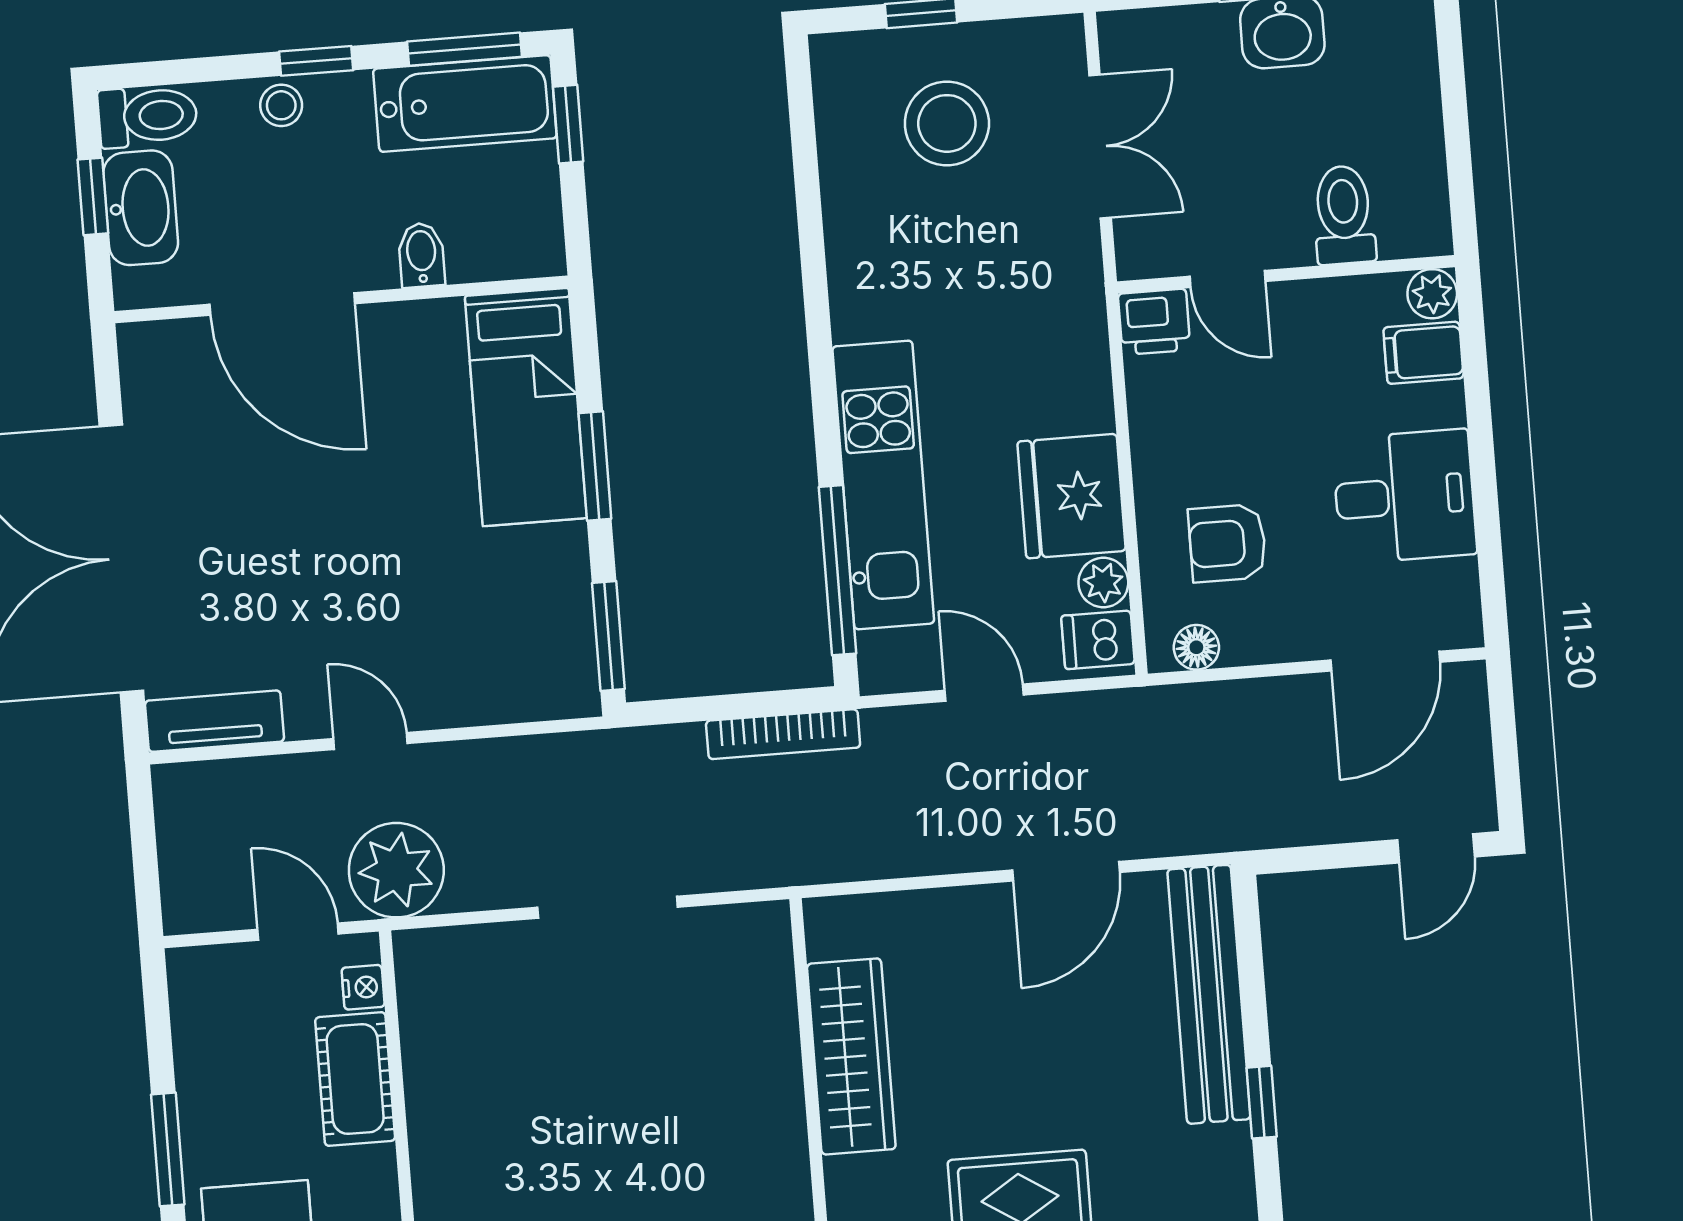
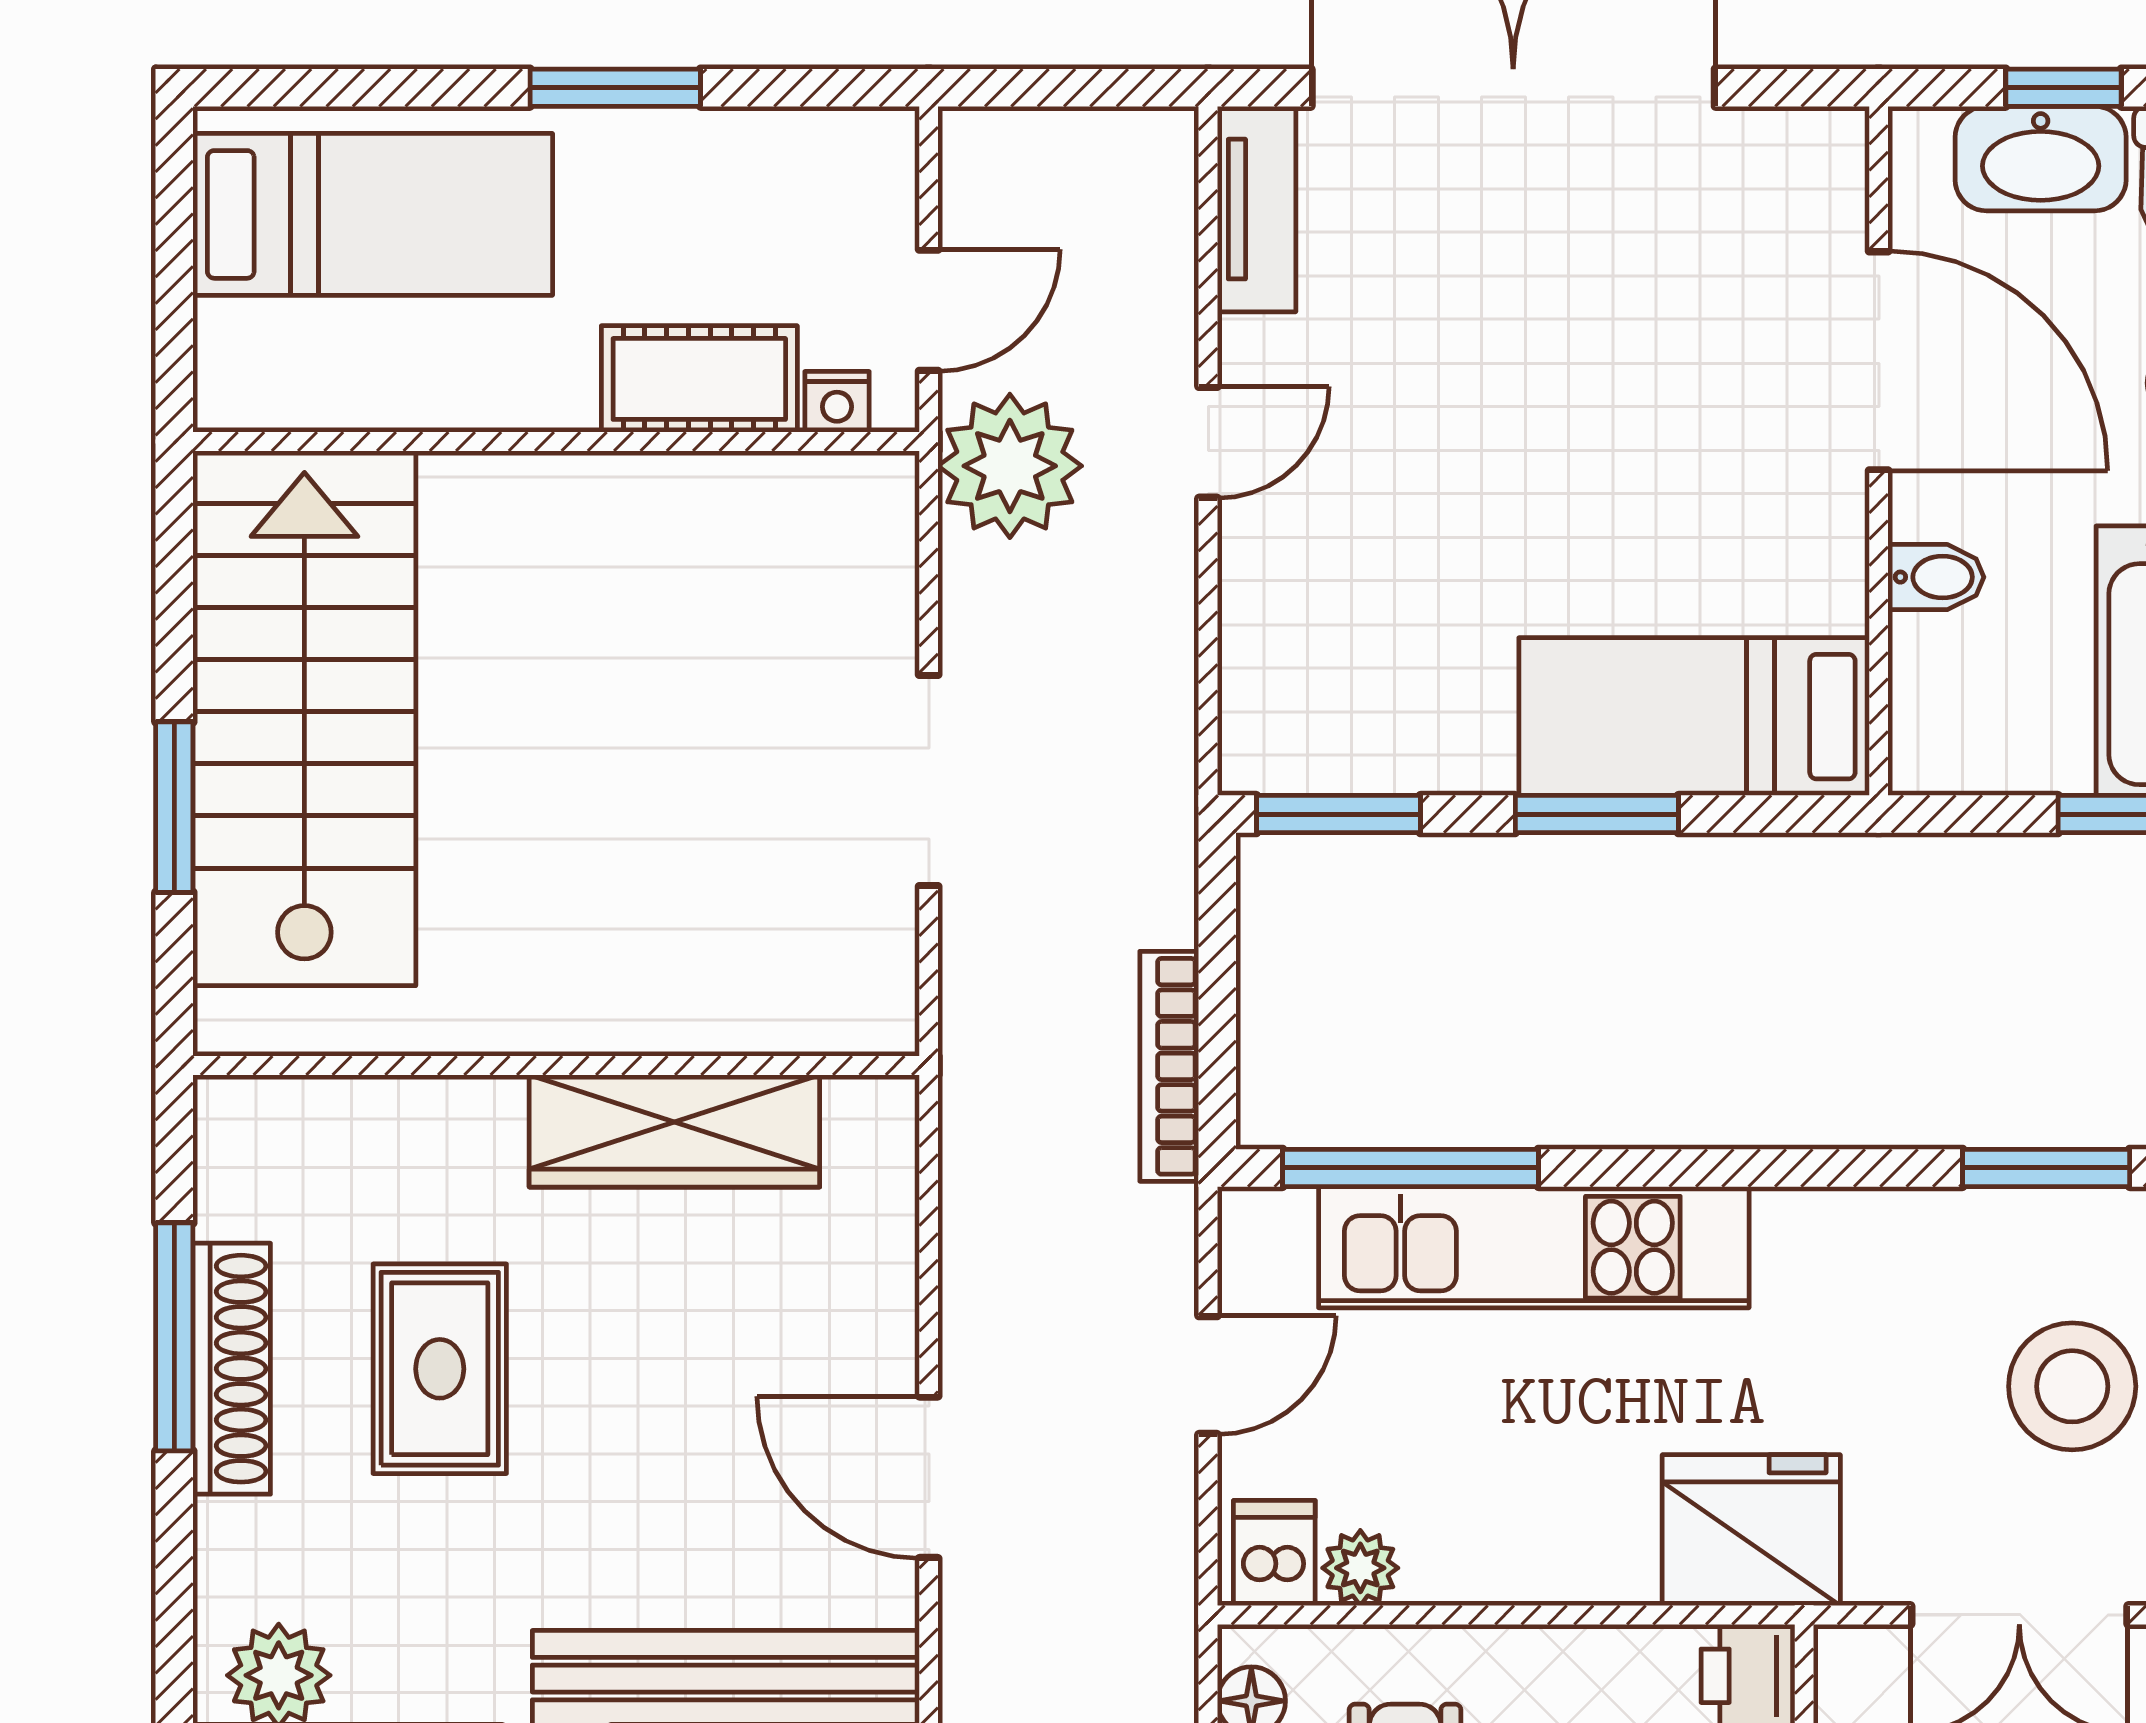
window: (805, 152) -> (2046, 1168), added
door: (282, 304) -> (1879, 361), swing flipped
fridge: (1071, 496) -> (1751, 1530), moved

